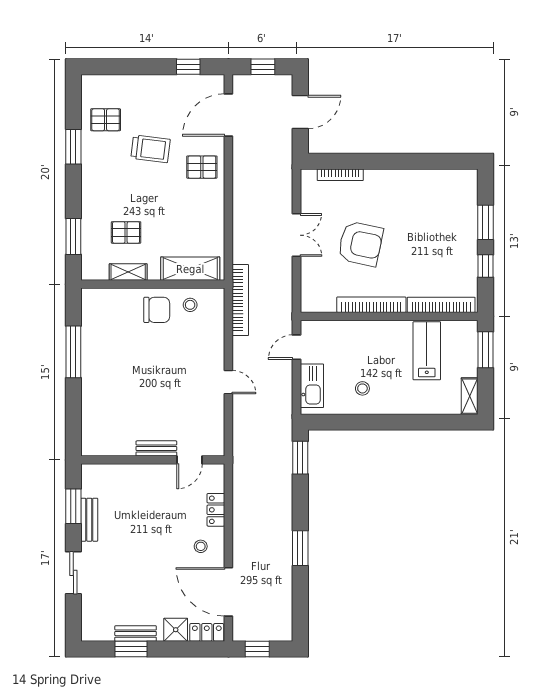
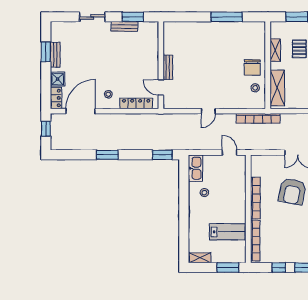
kitchen sink: (312, 386) -> (195, 168), moved, turned -90
locker: (216, 510) -> (136, 103), width x1.53

